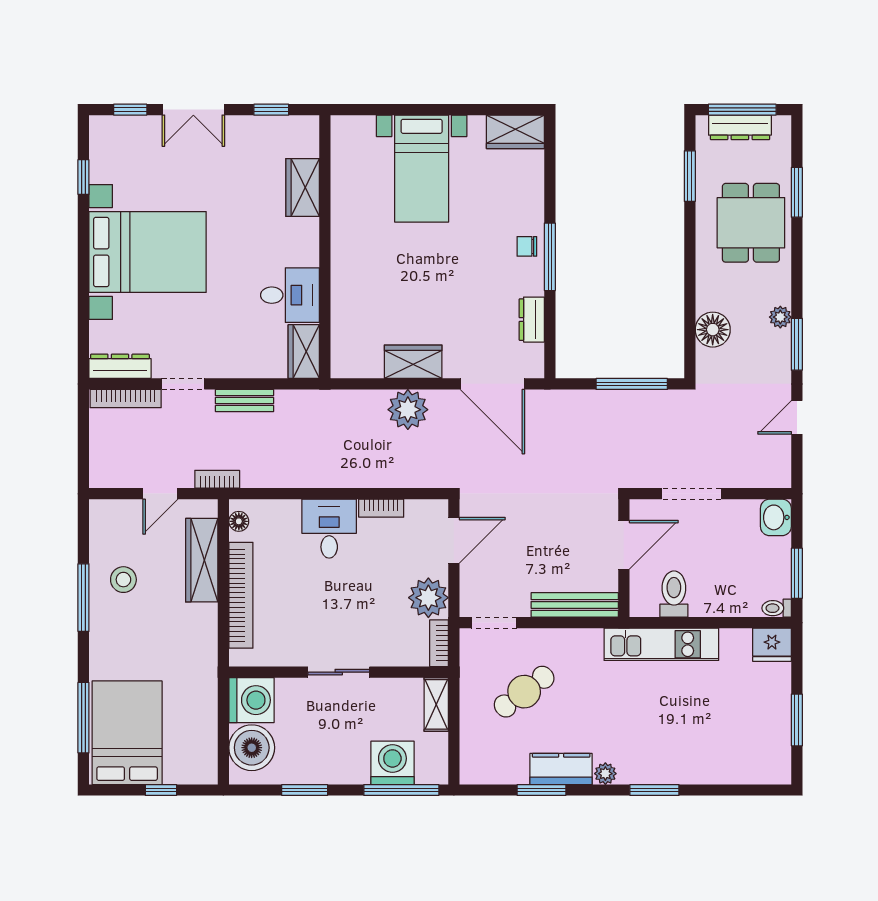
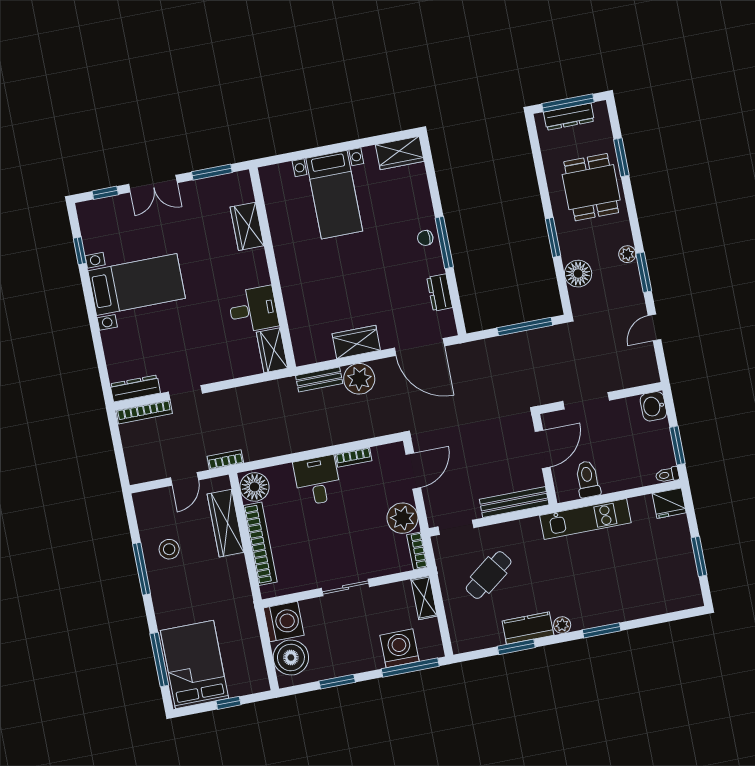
window: (271, 110) -> (212, 172), width x1.50
window: (690, 176) -> (553, 237), moved
bed with nightstands: (148, 252) -> (137, 284), width x0.73
bench: (244, 401) -> (319, 380), moved
floor lamp: (239, 521) -> (254, 487), width x1.89, depth x1.89

